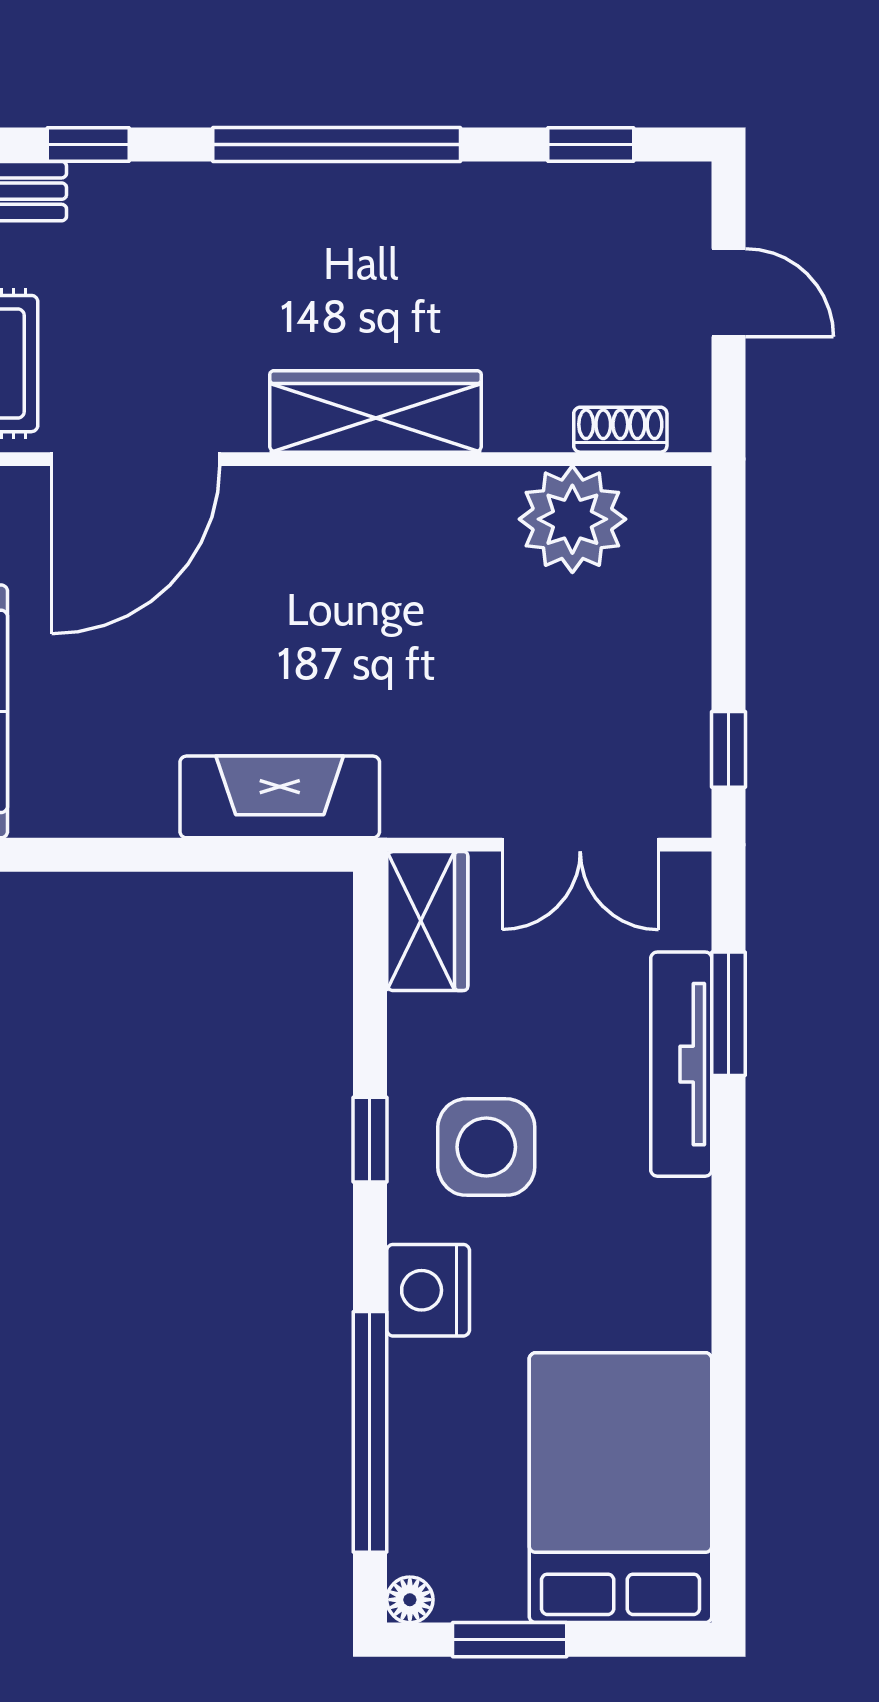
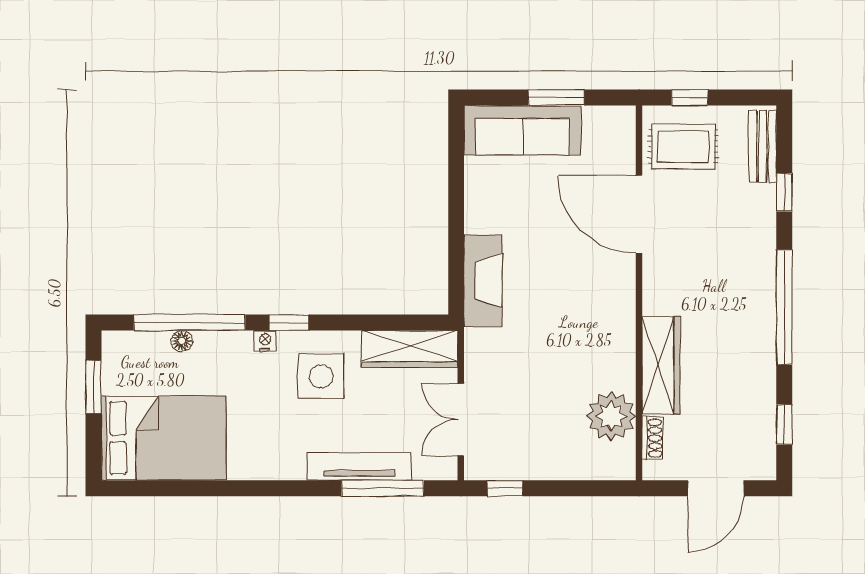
door: (729, 293) -> (716, 488), width x1.38
wardrobe: (375, 411) -> (661, 365), moved
wardrobe: (427, 921) -> (409, 349), width x1.50
window: (729, 1014) -> (383, 488), width x1.44
window: (370, 1140) -> (289, 323), moved
nightstand: (428, 1290) -> (265, 341), width x0.53, depth x0.56
floor lamp: (410, 1600) -> (182, 341), moved

